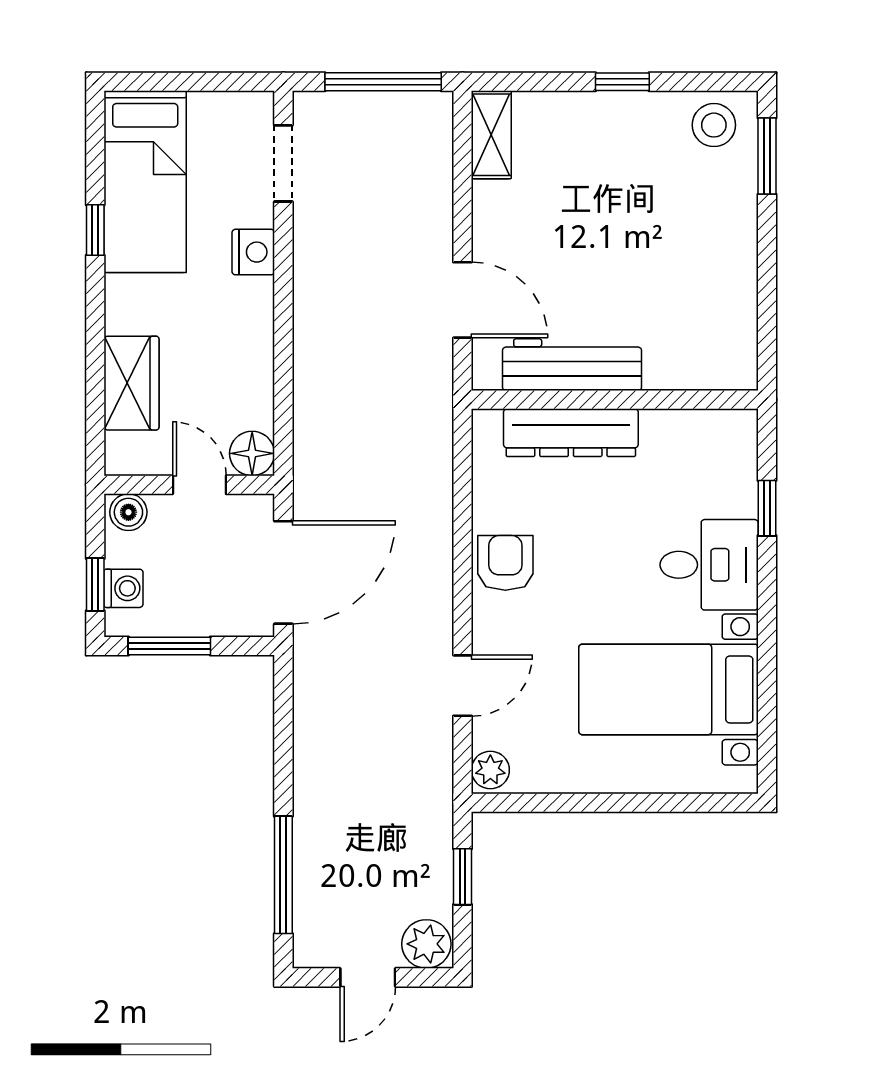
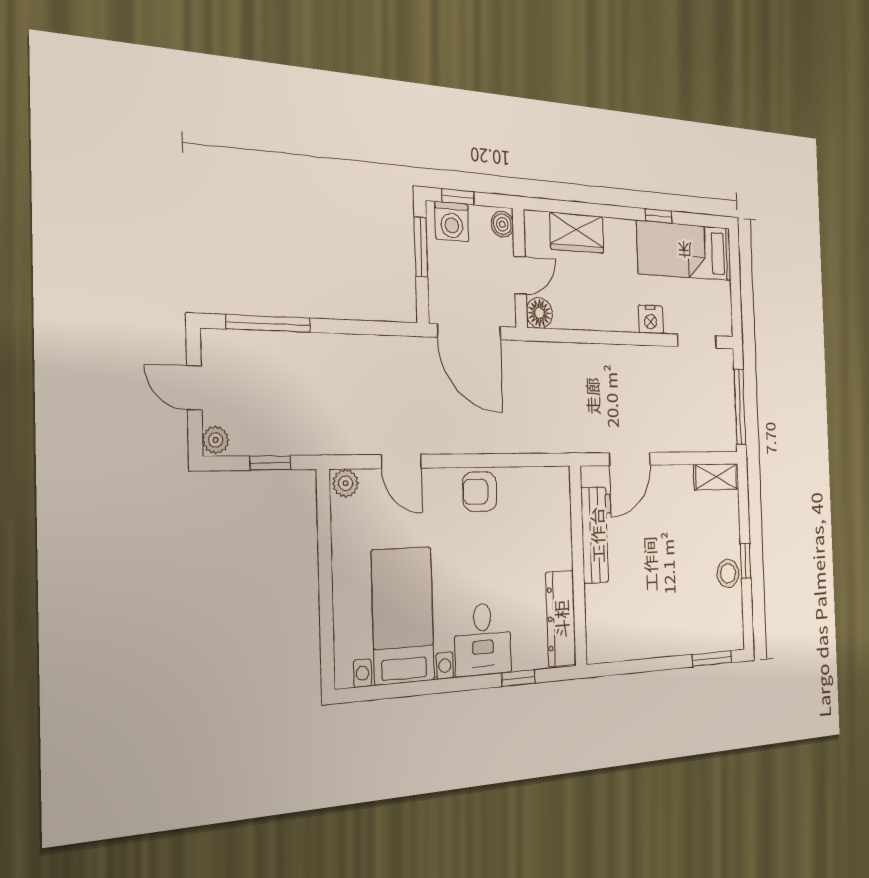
stool: (714, 125) -> (728, 573), moved
dresser: (571, 433) -> (561, 619), moved
armchair: (505, 563) -> (480, 492), turned 180
washing machine: (124, 588) -> (452, 222), width x1.38, depth x1.38
plant: (426, 944) -> (216, 440), width x0.73, depth x0.73

